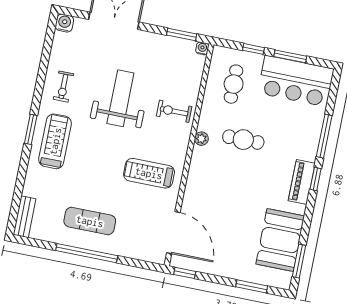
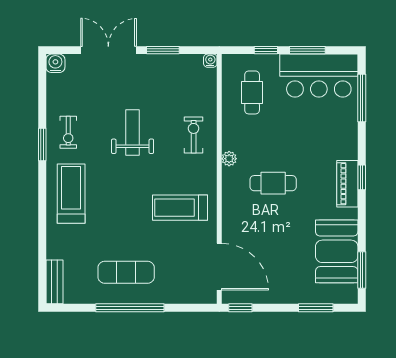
window: (182, 34) -> (163, 50), moved
weight bench: (120, 98) -> (133, 133), width x0.73, depth x0.75
exercise bike: (174, 111) -> (194, 135), turned 90
window: (31, 129) -> (42, 144), moved
window: (324, 136) -> (362, 98), moved
cafe table: (243, 140) -> (273, 183), moved

